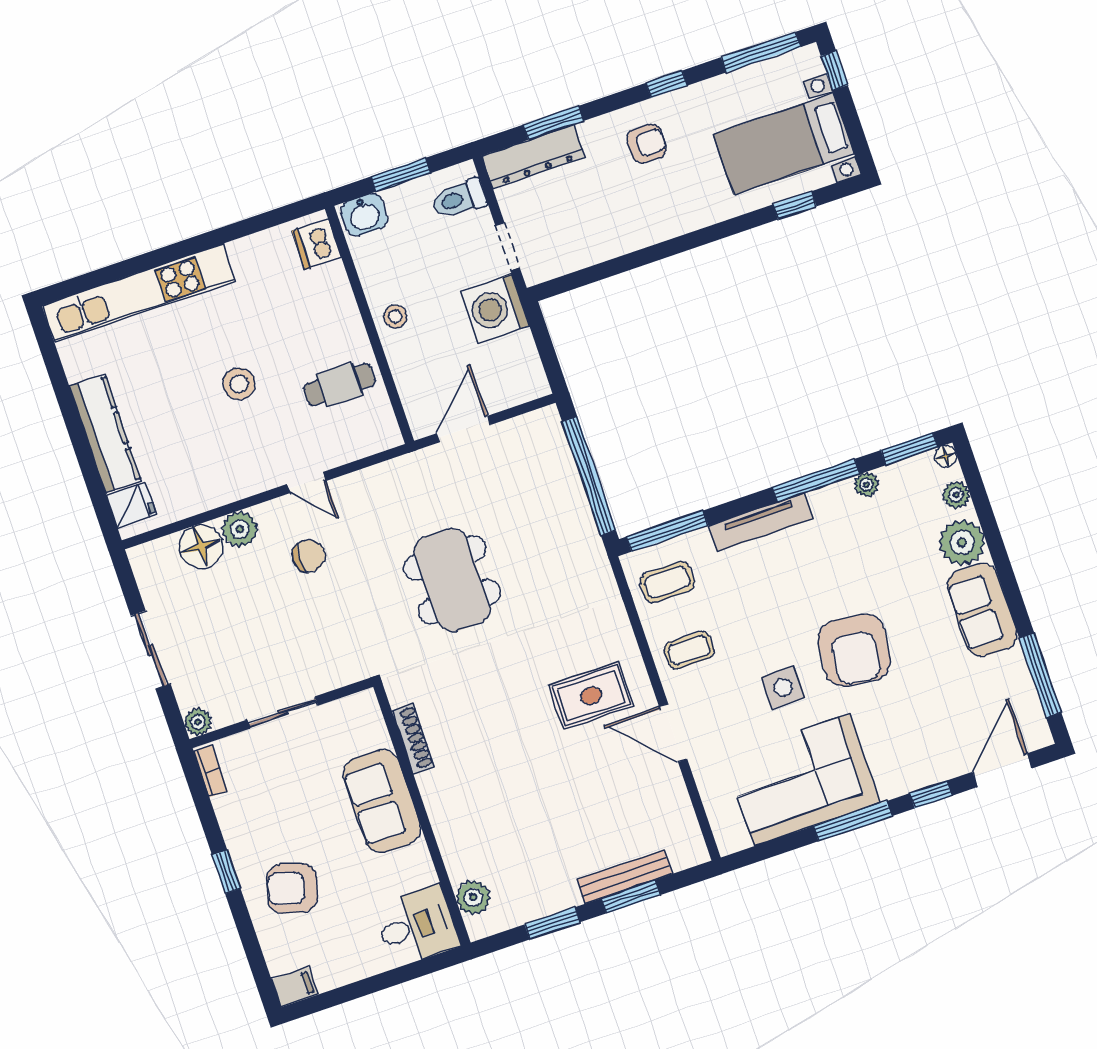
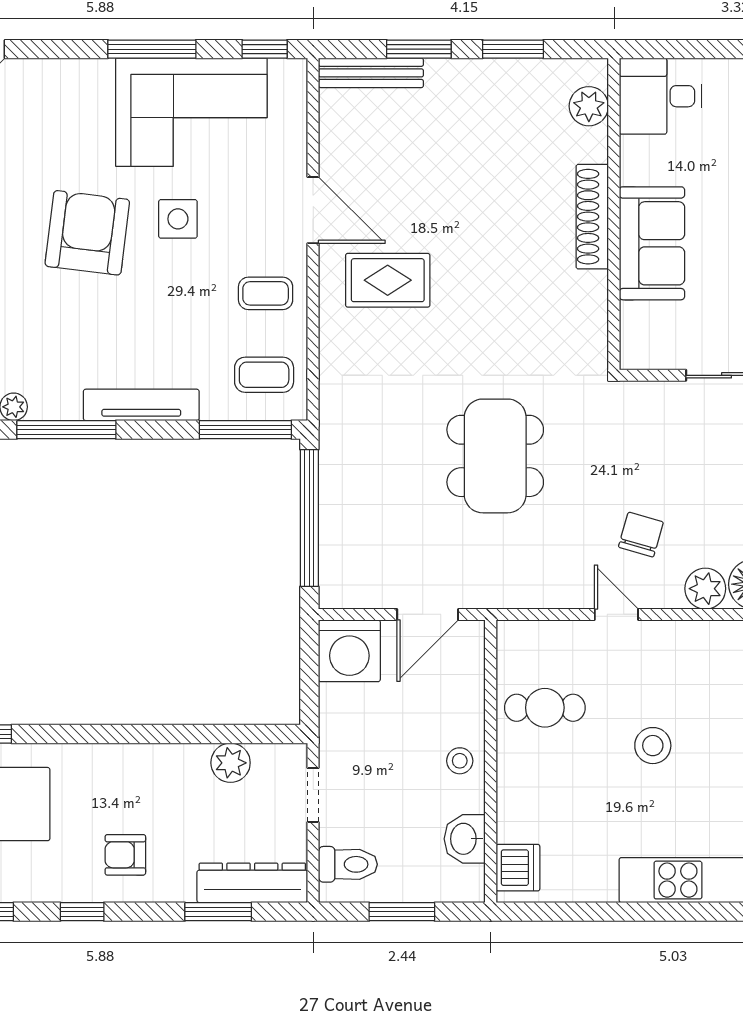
washbasin: (364, 215) -> (465, 839), moved, turned -90
plant: (585, 250) -> (231, 763), added
washing machine: (495, 308) -> (349, 651), moved, turned 90
chair: (309, 556) -> (641, 535), turned 106
shoe rack: (413, 739) -> (592, 217), moved, width x1.36, depth x1.24
window: (931, 794) -> (265, 49), moved
bench: (625, 877) -> (371, 73), moved

